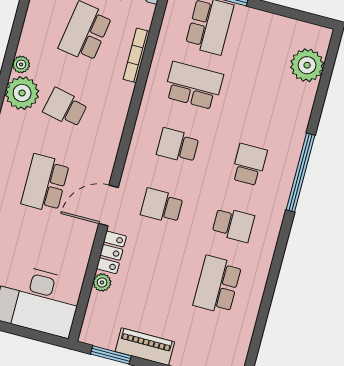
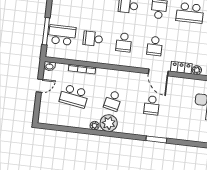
school desk: (194, 86) -> (93, 39), width x0.54
school desk: (45, 183) -> (152, 105), width x0.54

